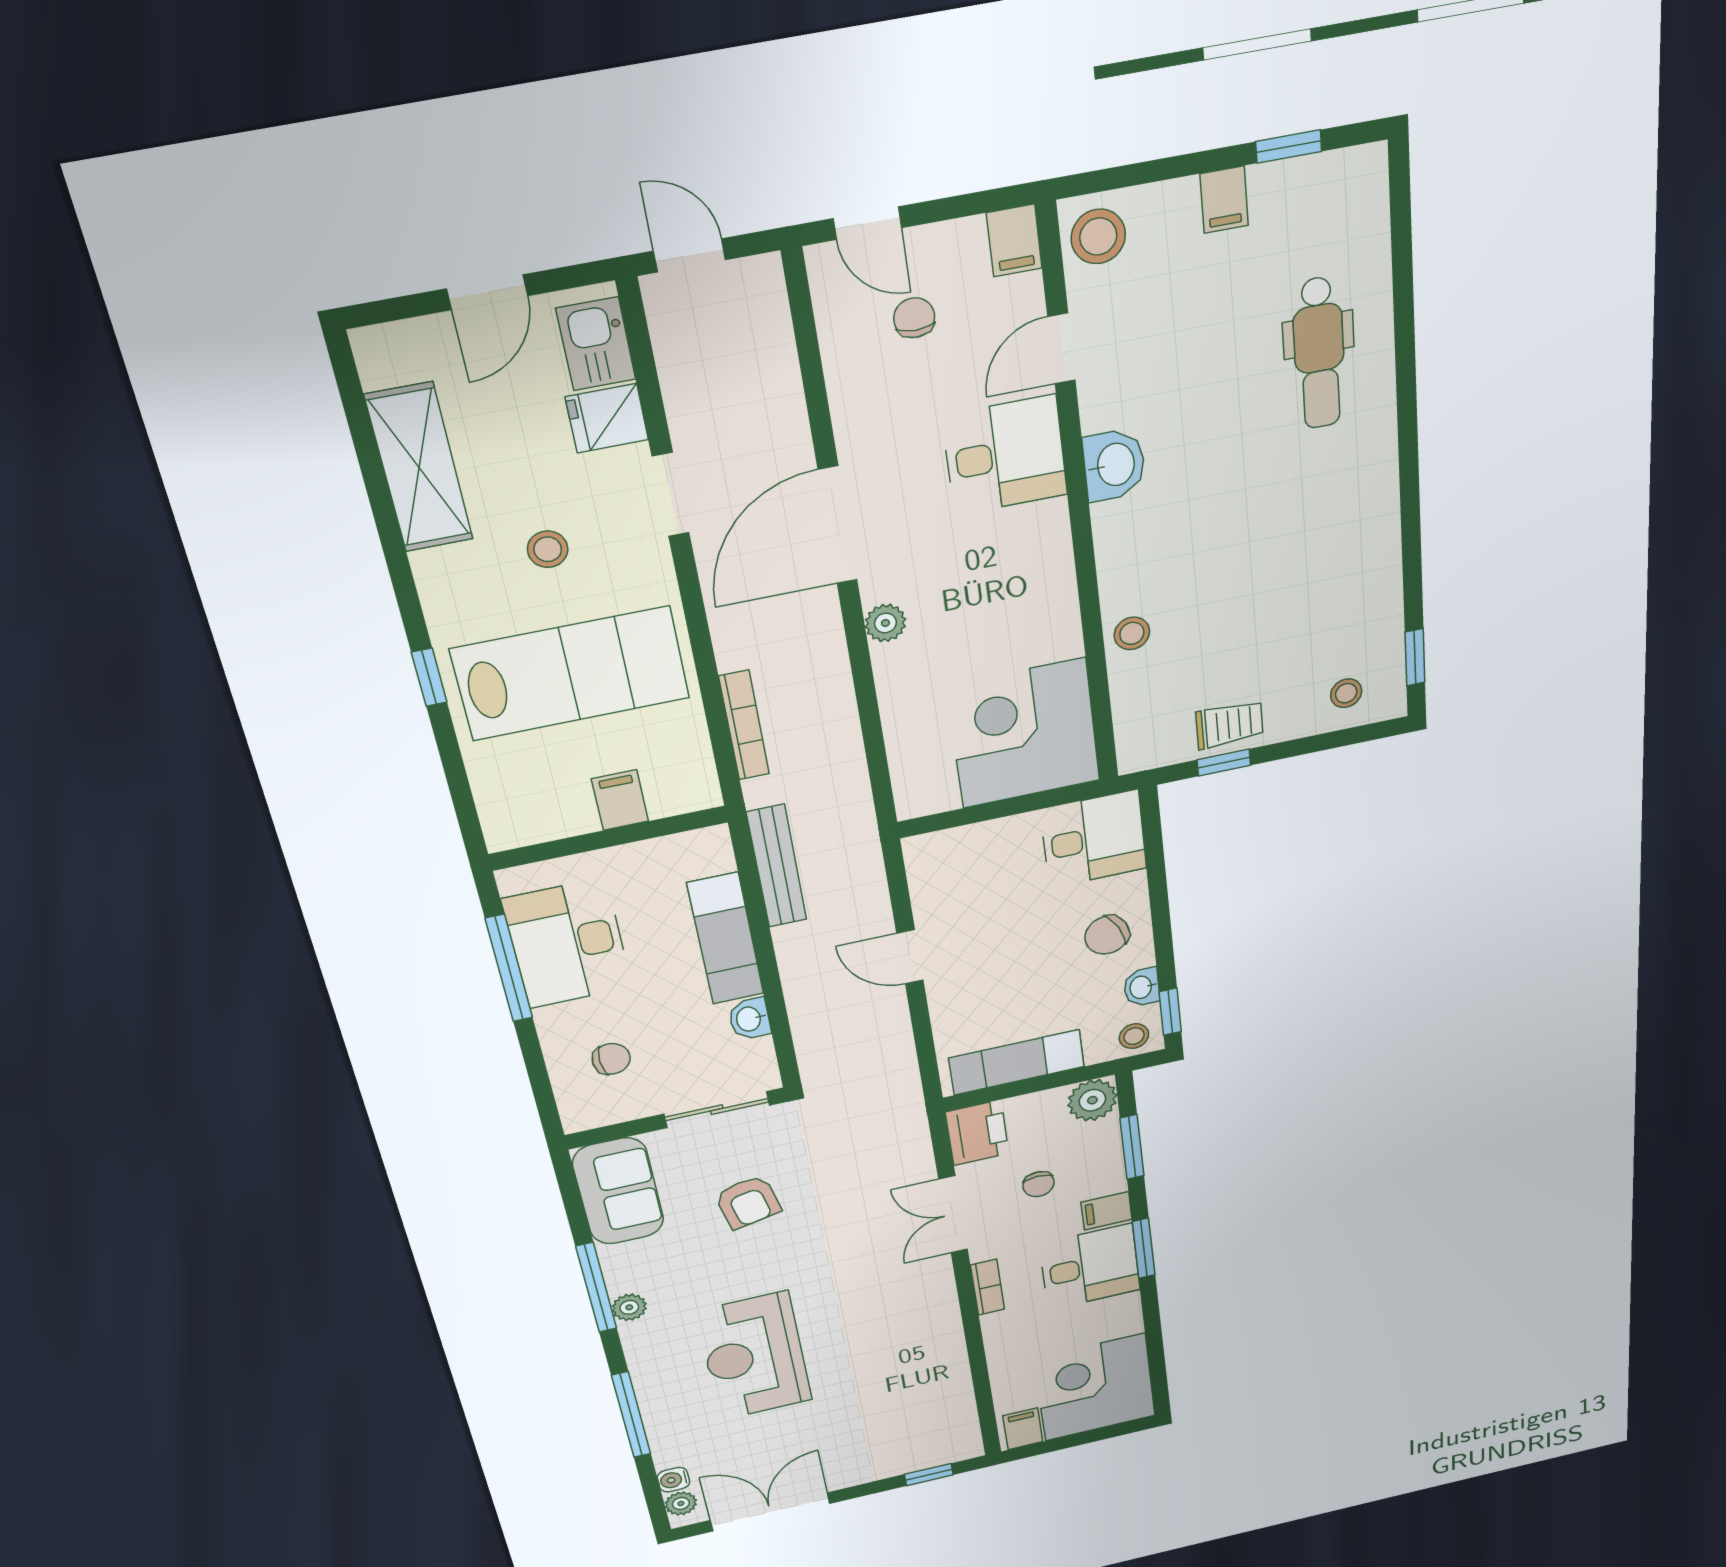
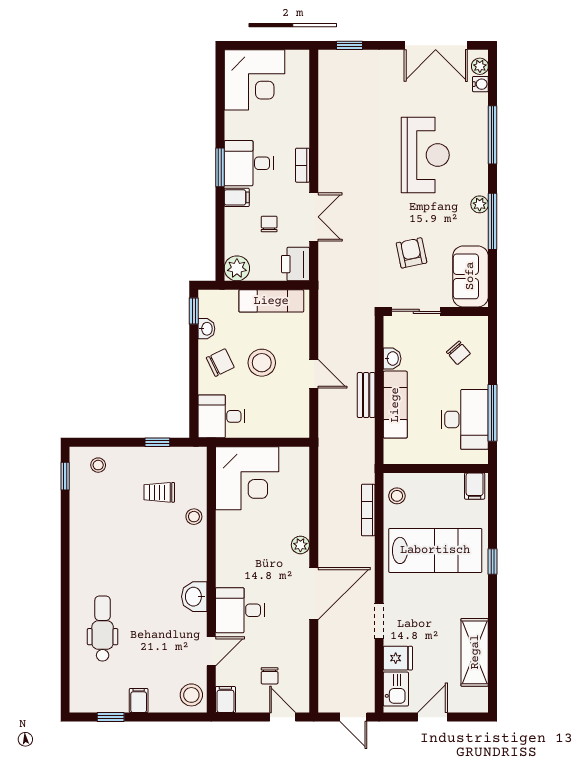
stool: (548, 549) -> (397, 496), moved
lab bench: (571, 674) -> (435, 550), turned 180
trolley: (1229, 725) -> (159, 492), moved
filing cabinet: (620, 800) -> (475, 486), moved
bench: (777, 866) -> (366, 395), moved, width x0.73
stool: (1134, 1036) -> (262, 363), moved, width x1.89, depth x1.89
chair: (611, 1059) -> (458, 353), turned -128
window: (1132, 1147) -> (220, 234), removed
filing cabinet: (1023, 1429) -> (296, 62), removed

